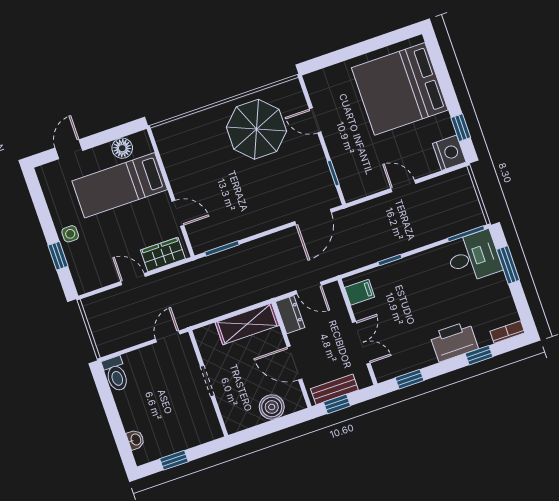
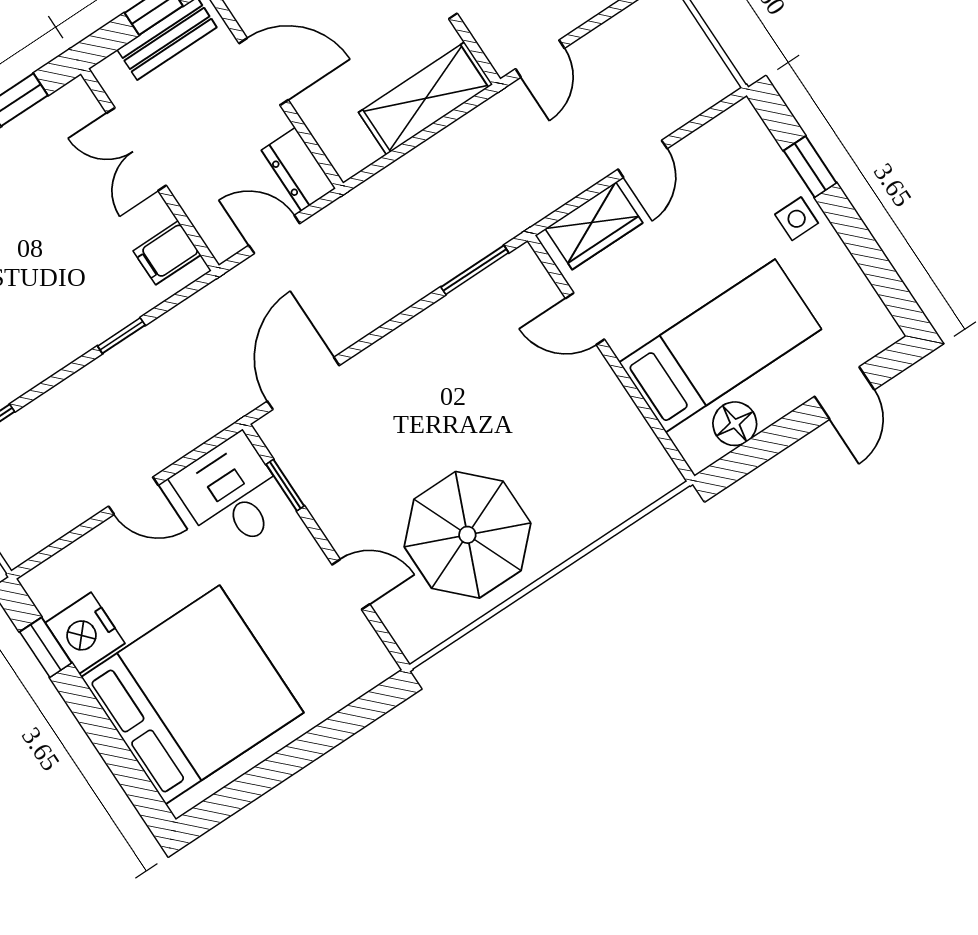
nightstand: (449, 153) -> (85, 633), moved
desk: (358, 175) -> (232, 494), added
door: (133, 279) -> (643, 159), hinge flipped
shelving: (247, 324) -> (426, 98), moved

